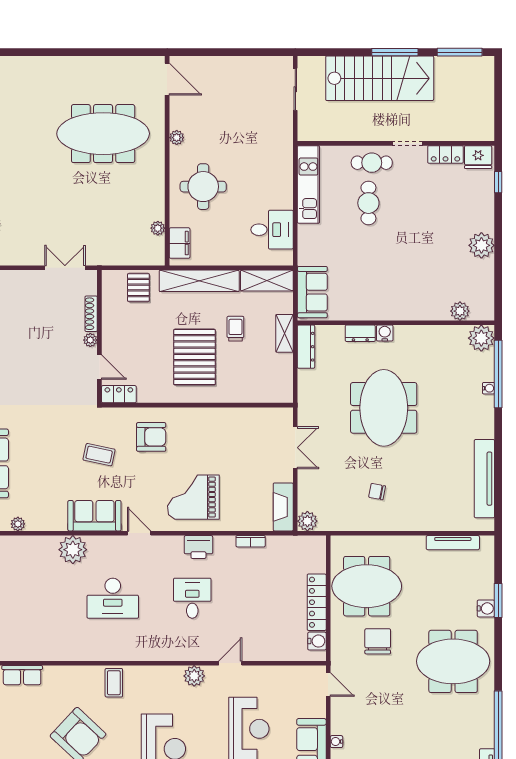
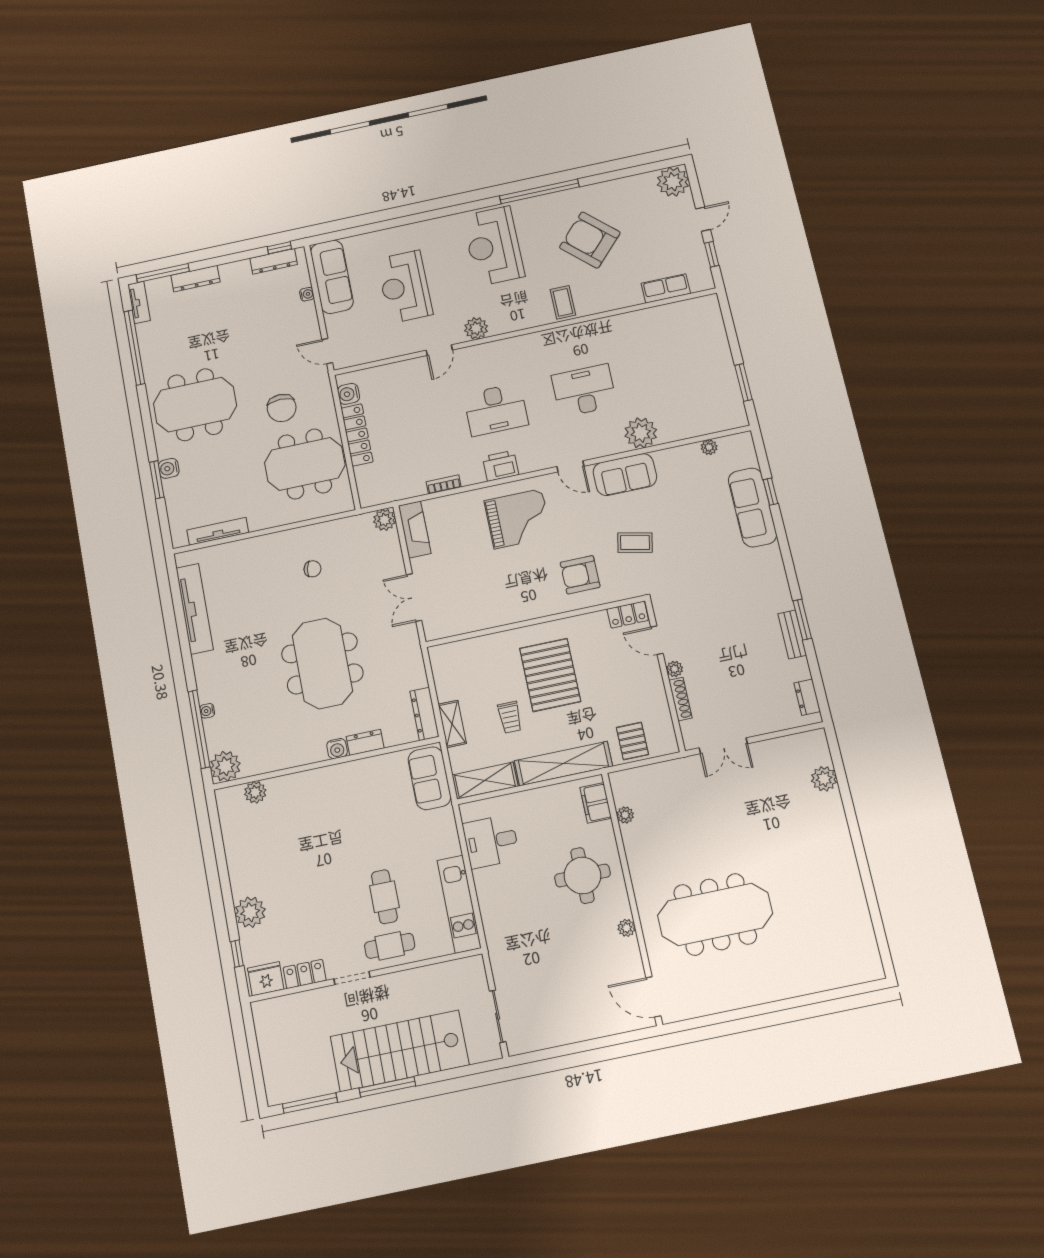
plant: (481, 245) -> (250, 912), moved
desk: (192, 598) -> (496, 410), width x1.37

